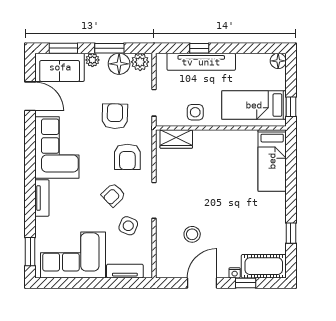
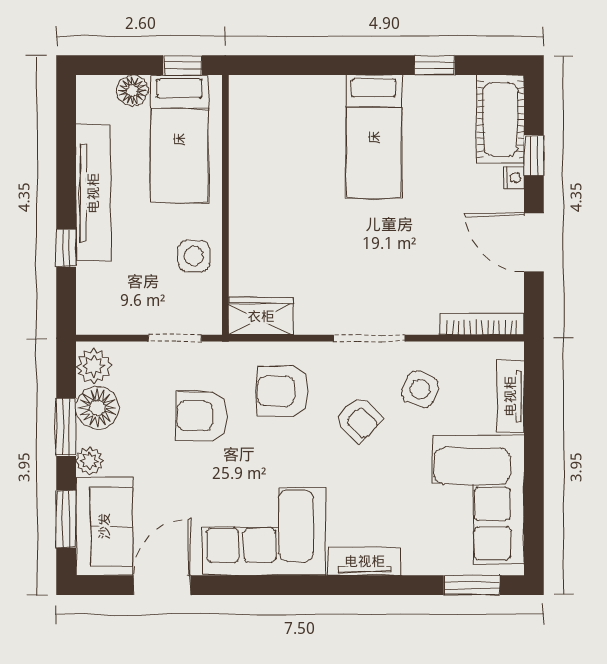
floor lamp: (278, 61) -> (132, 91), moved
tv unit: (201, 62) -> (93, 193), moved
wardrobe: (176, 139) -> (261, 316), moved, turned -90
armchair: (127, 157) -> (283, 391), turned 180
bed: (272, 161) -> (374, 137), moved, turned 90
stool: (192, 234) -> (437, 262), removed
bookcase: (161, 257) -> (482, 324), added

